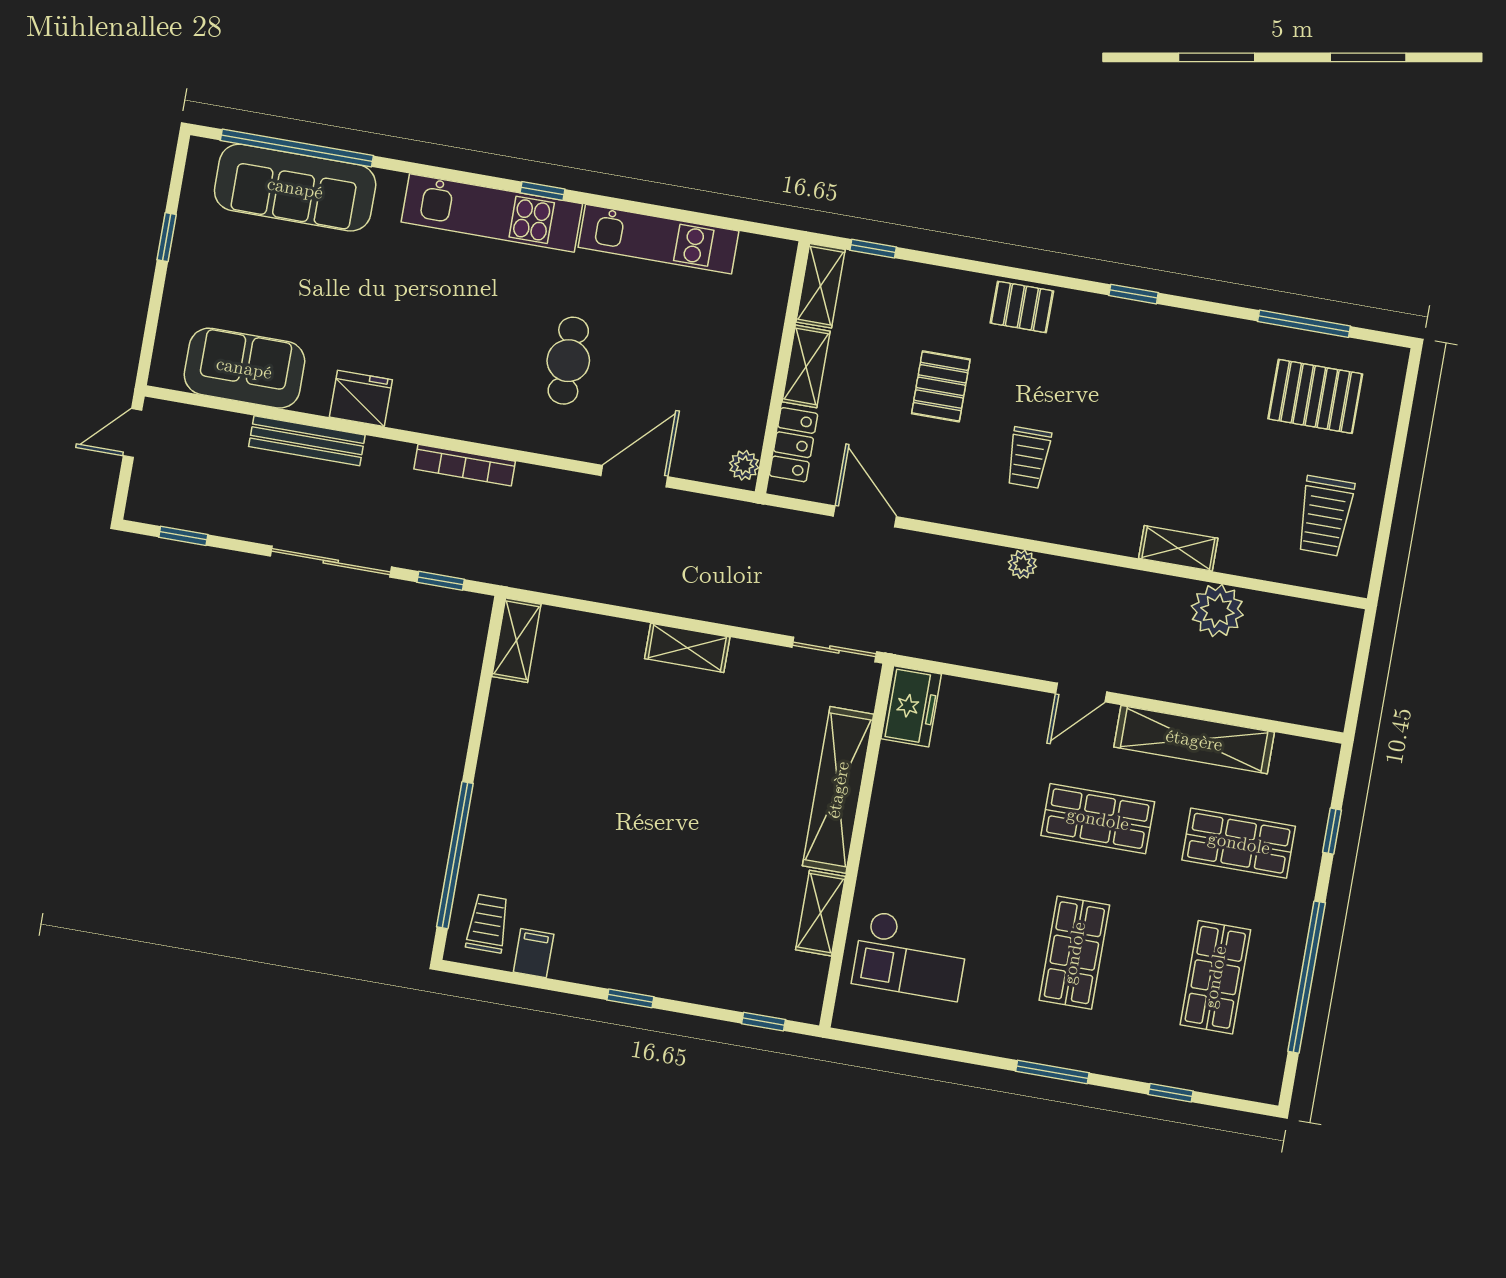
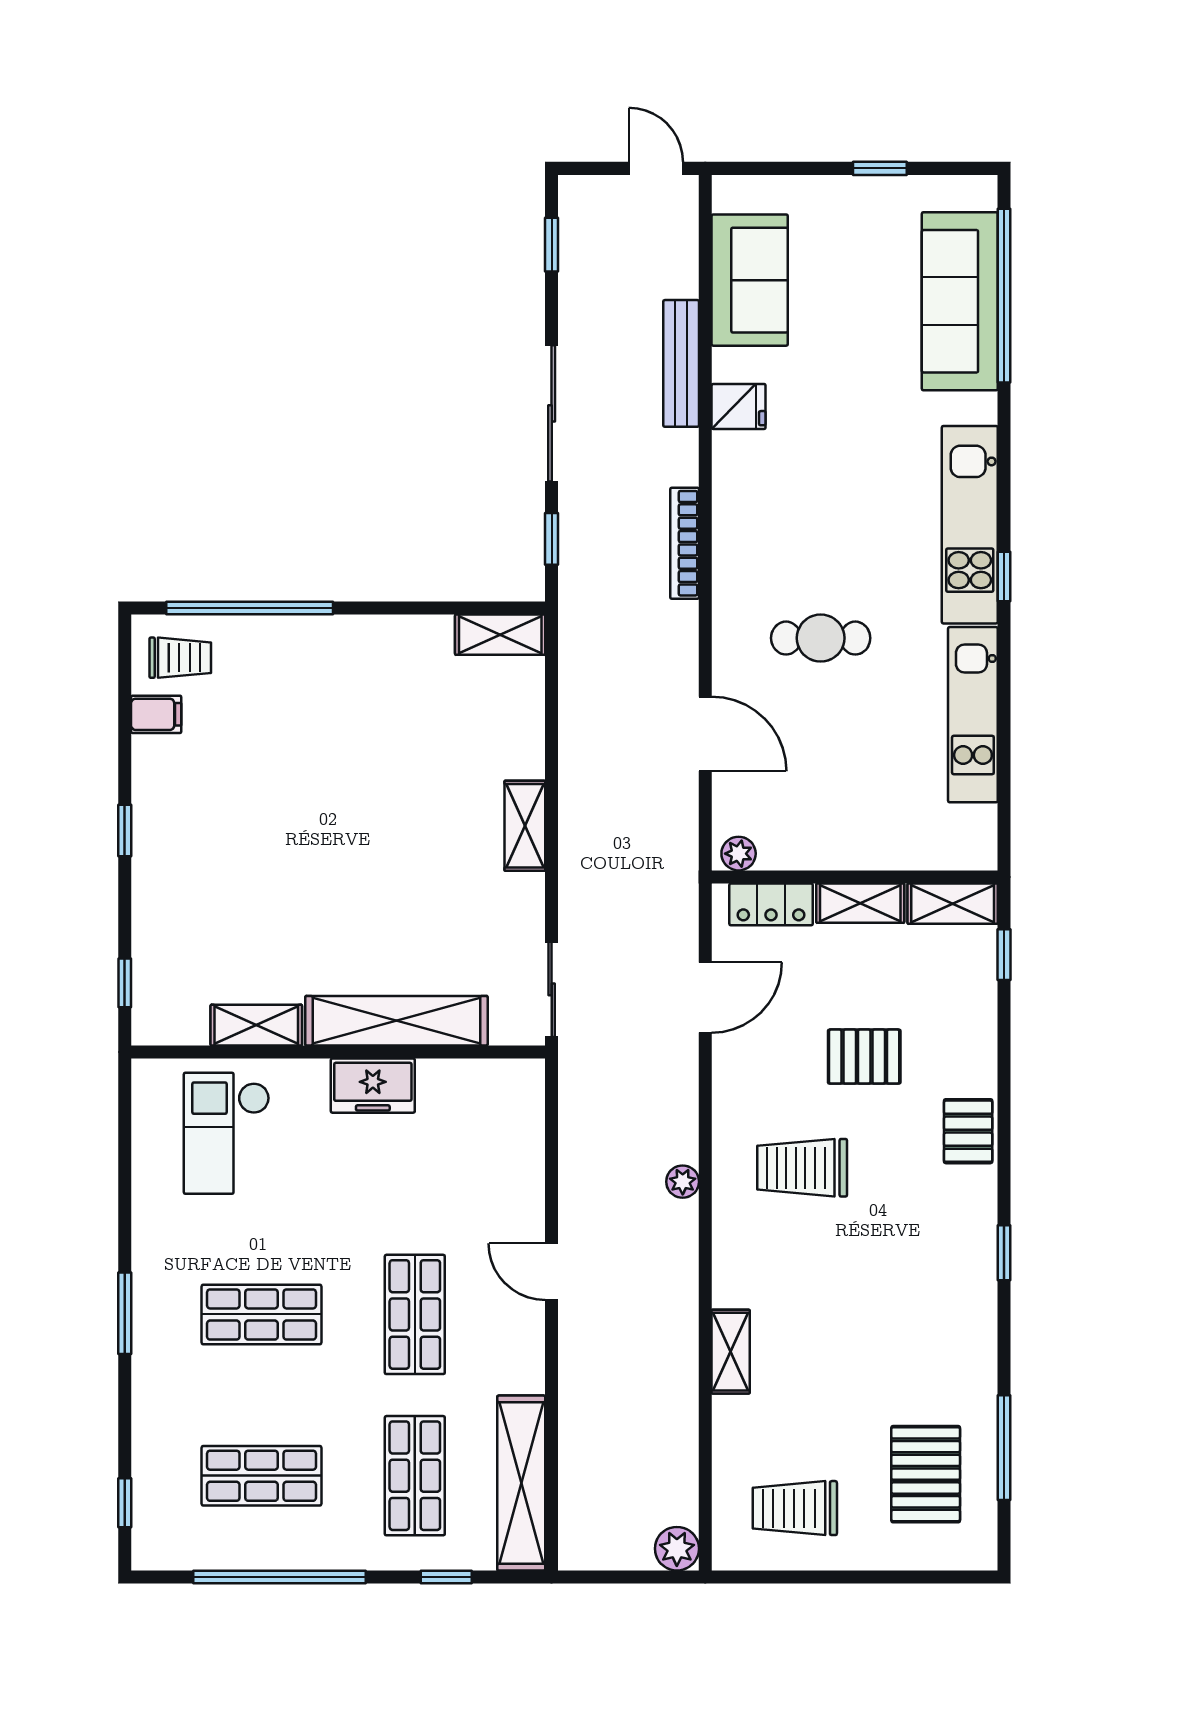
fridge: (361, 398) -> (739, 406), width x0.72
trolley: (1028, 458) -> (802, 1168), width x1.36, depth x1.39
plant: (1217, 611) -> (677, 1549), moved, width x0.73, depth x0.73
freezer: (911, 706) -> (373, 1086), moved
shelving: (1194, 740) -> (521, 1483), moved
window: (1171, 1093) -> (125, 1503), moved

